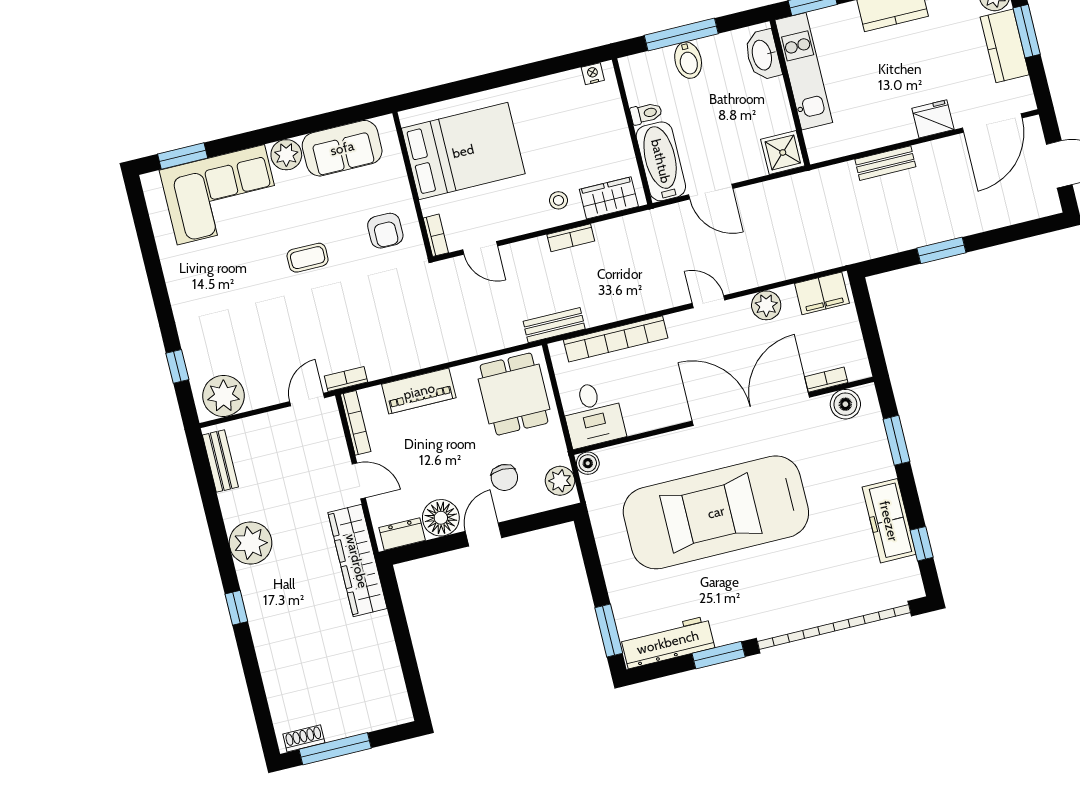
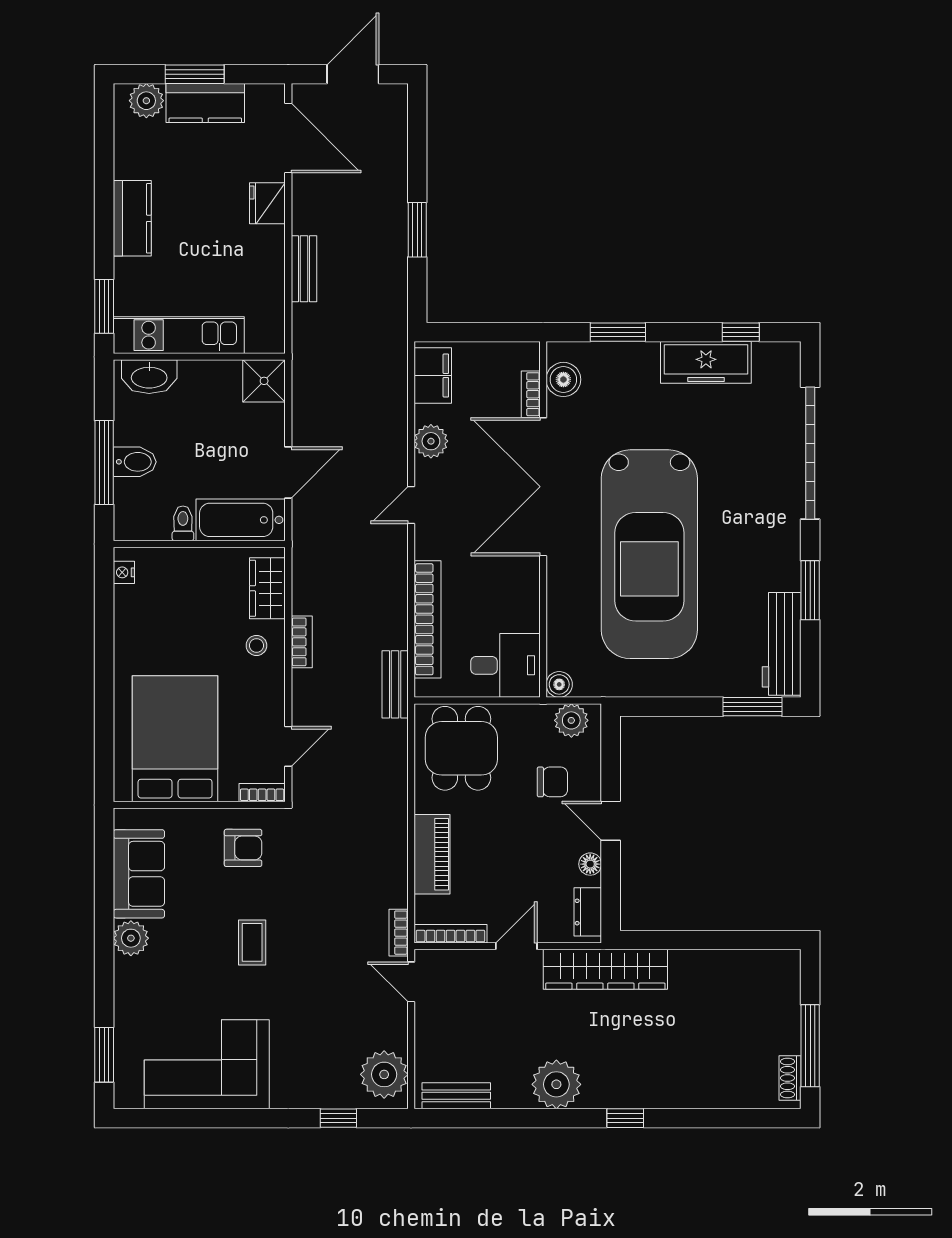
corner sofa: (221, 195) -> (207, 1064), moved, turned -90
dining table: (514, 394) -> (461, 748), turned 90
floor lamp: (441, 518) -> (590, 864), width x0.53, depth x0.53
garage door: (834, 627) -> (810, 453), width x0.73

